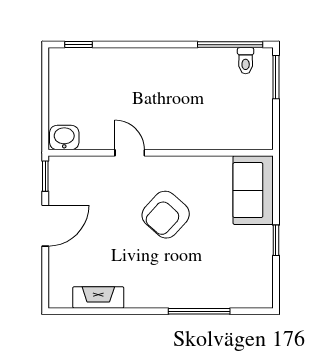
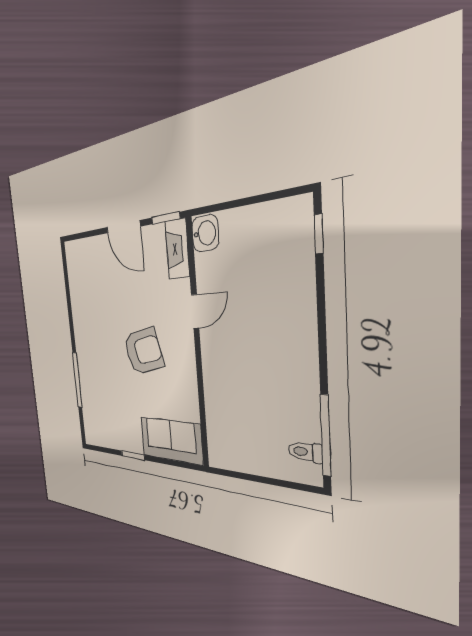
window: (276, 77) -> (287, 484), removed
armchair: (166, 215) -> (143, 351), turned 124
fireplace: (98, 297) -> (177, 249), moved, turned 180

